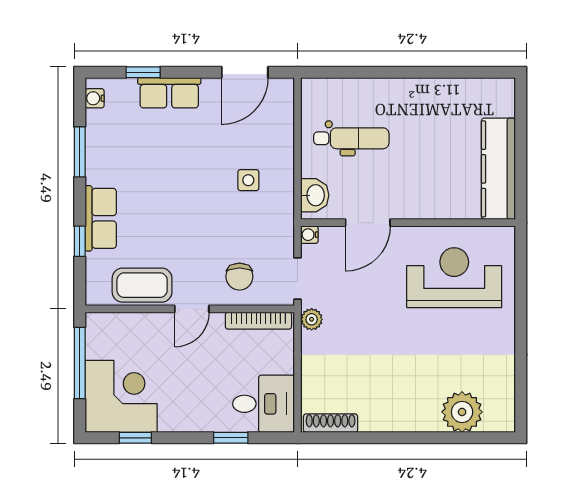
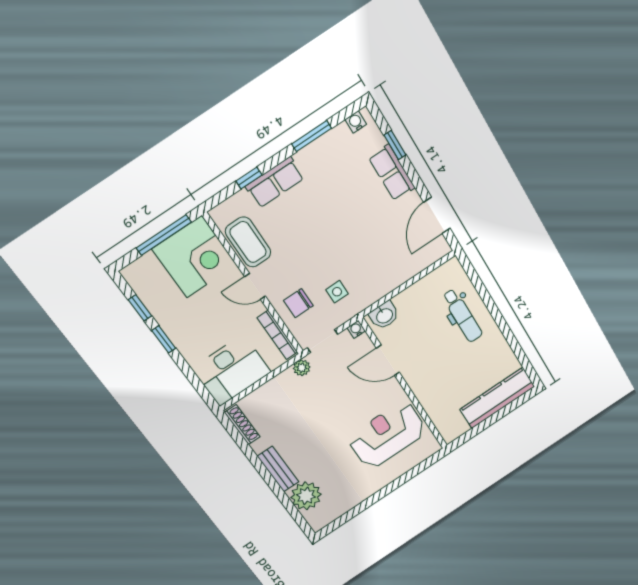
door: (245, 72) -> (437, 215), hinge flipped
dental chair: (351, 138) -> (462, 316), moved
kitchen counter: (498, 169) -> (497, 398), moved
side table: (248, 180) -> (337, 292), moved
reception desk: (454, 278) -> (387, 435), turned -90
corner desk: (121, 396) -> (194, 257), moved
desk: (263, 404) -> (232, 370), width x1.37
bench: (408, 420) -> (278, 469), added
window: (231, 438) -> (164, 339), moved

